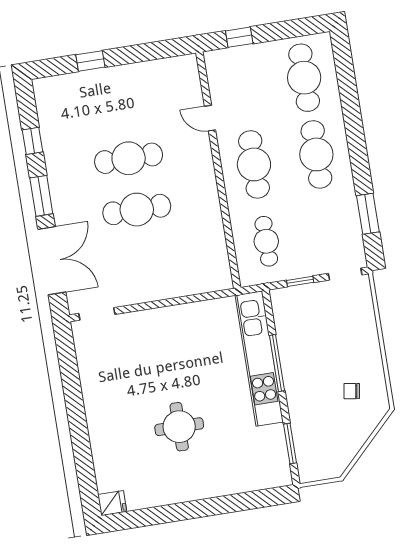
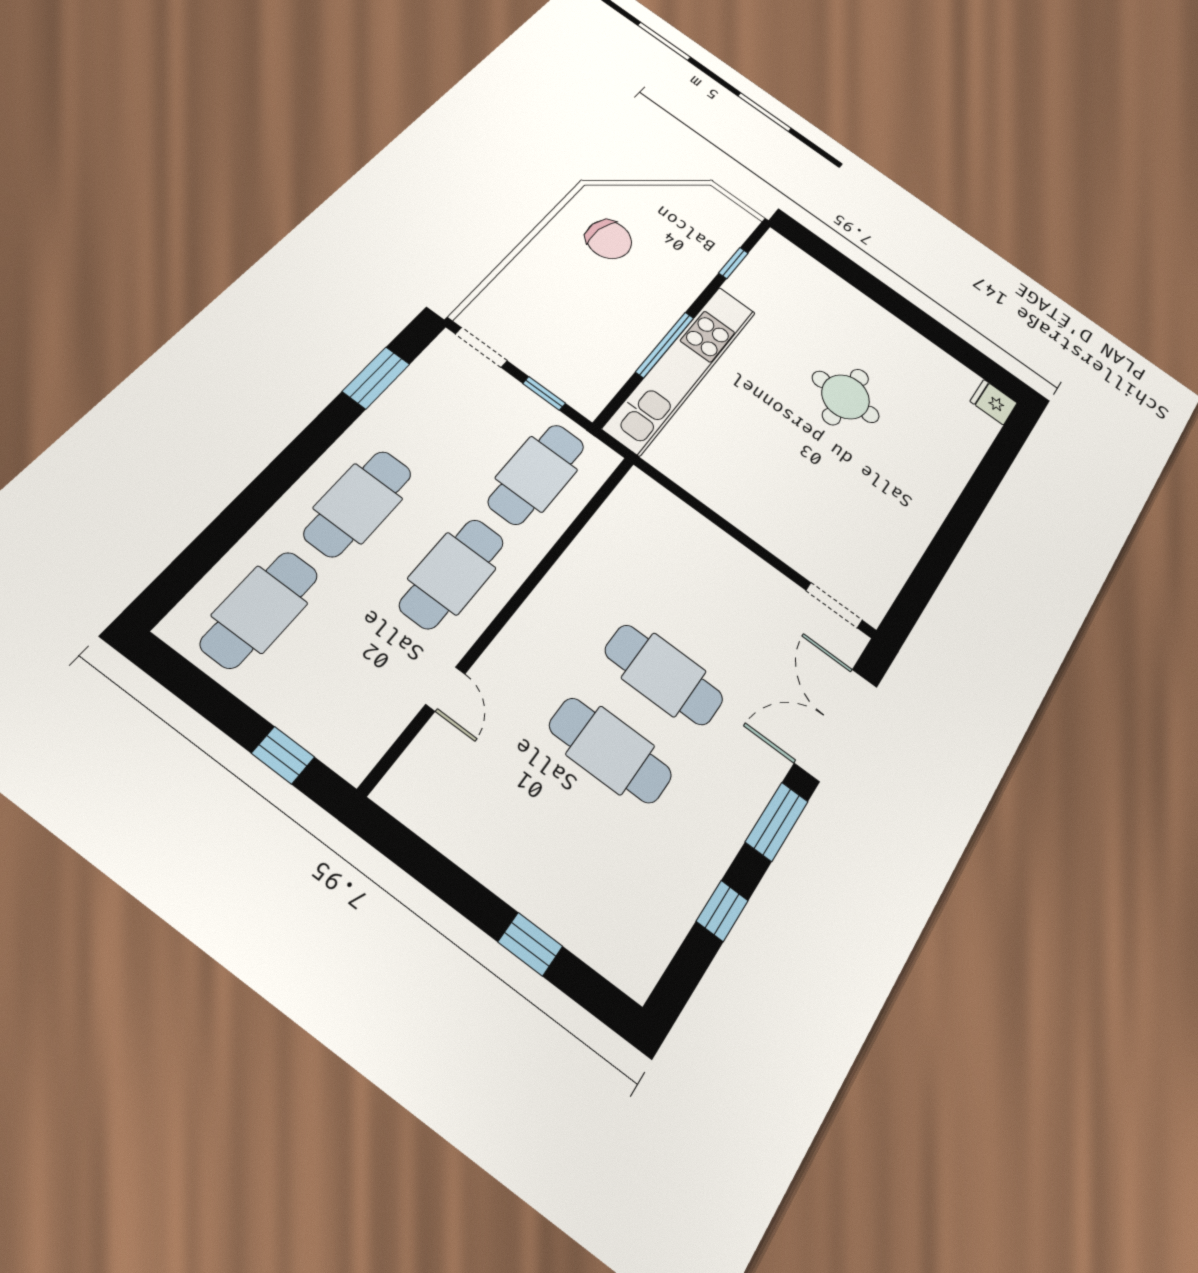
cafe table: (266, 241) -> (537, 474), width x1.37, depth x1.35
chair: (352, 391) -> (609, 239), width x1.87, depth x1.87
window: (290, 443) -> (733, 263), width x0.67

